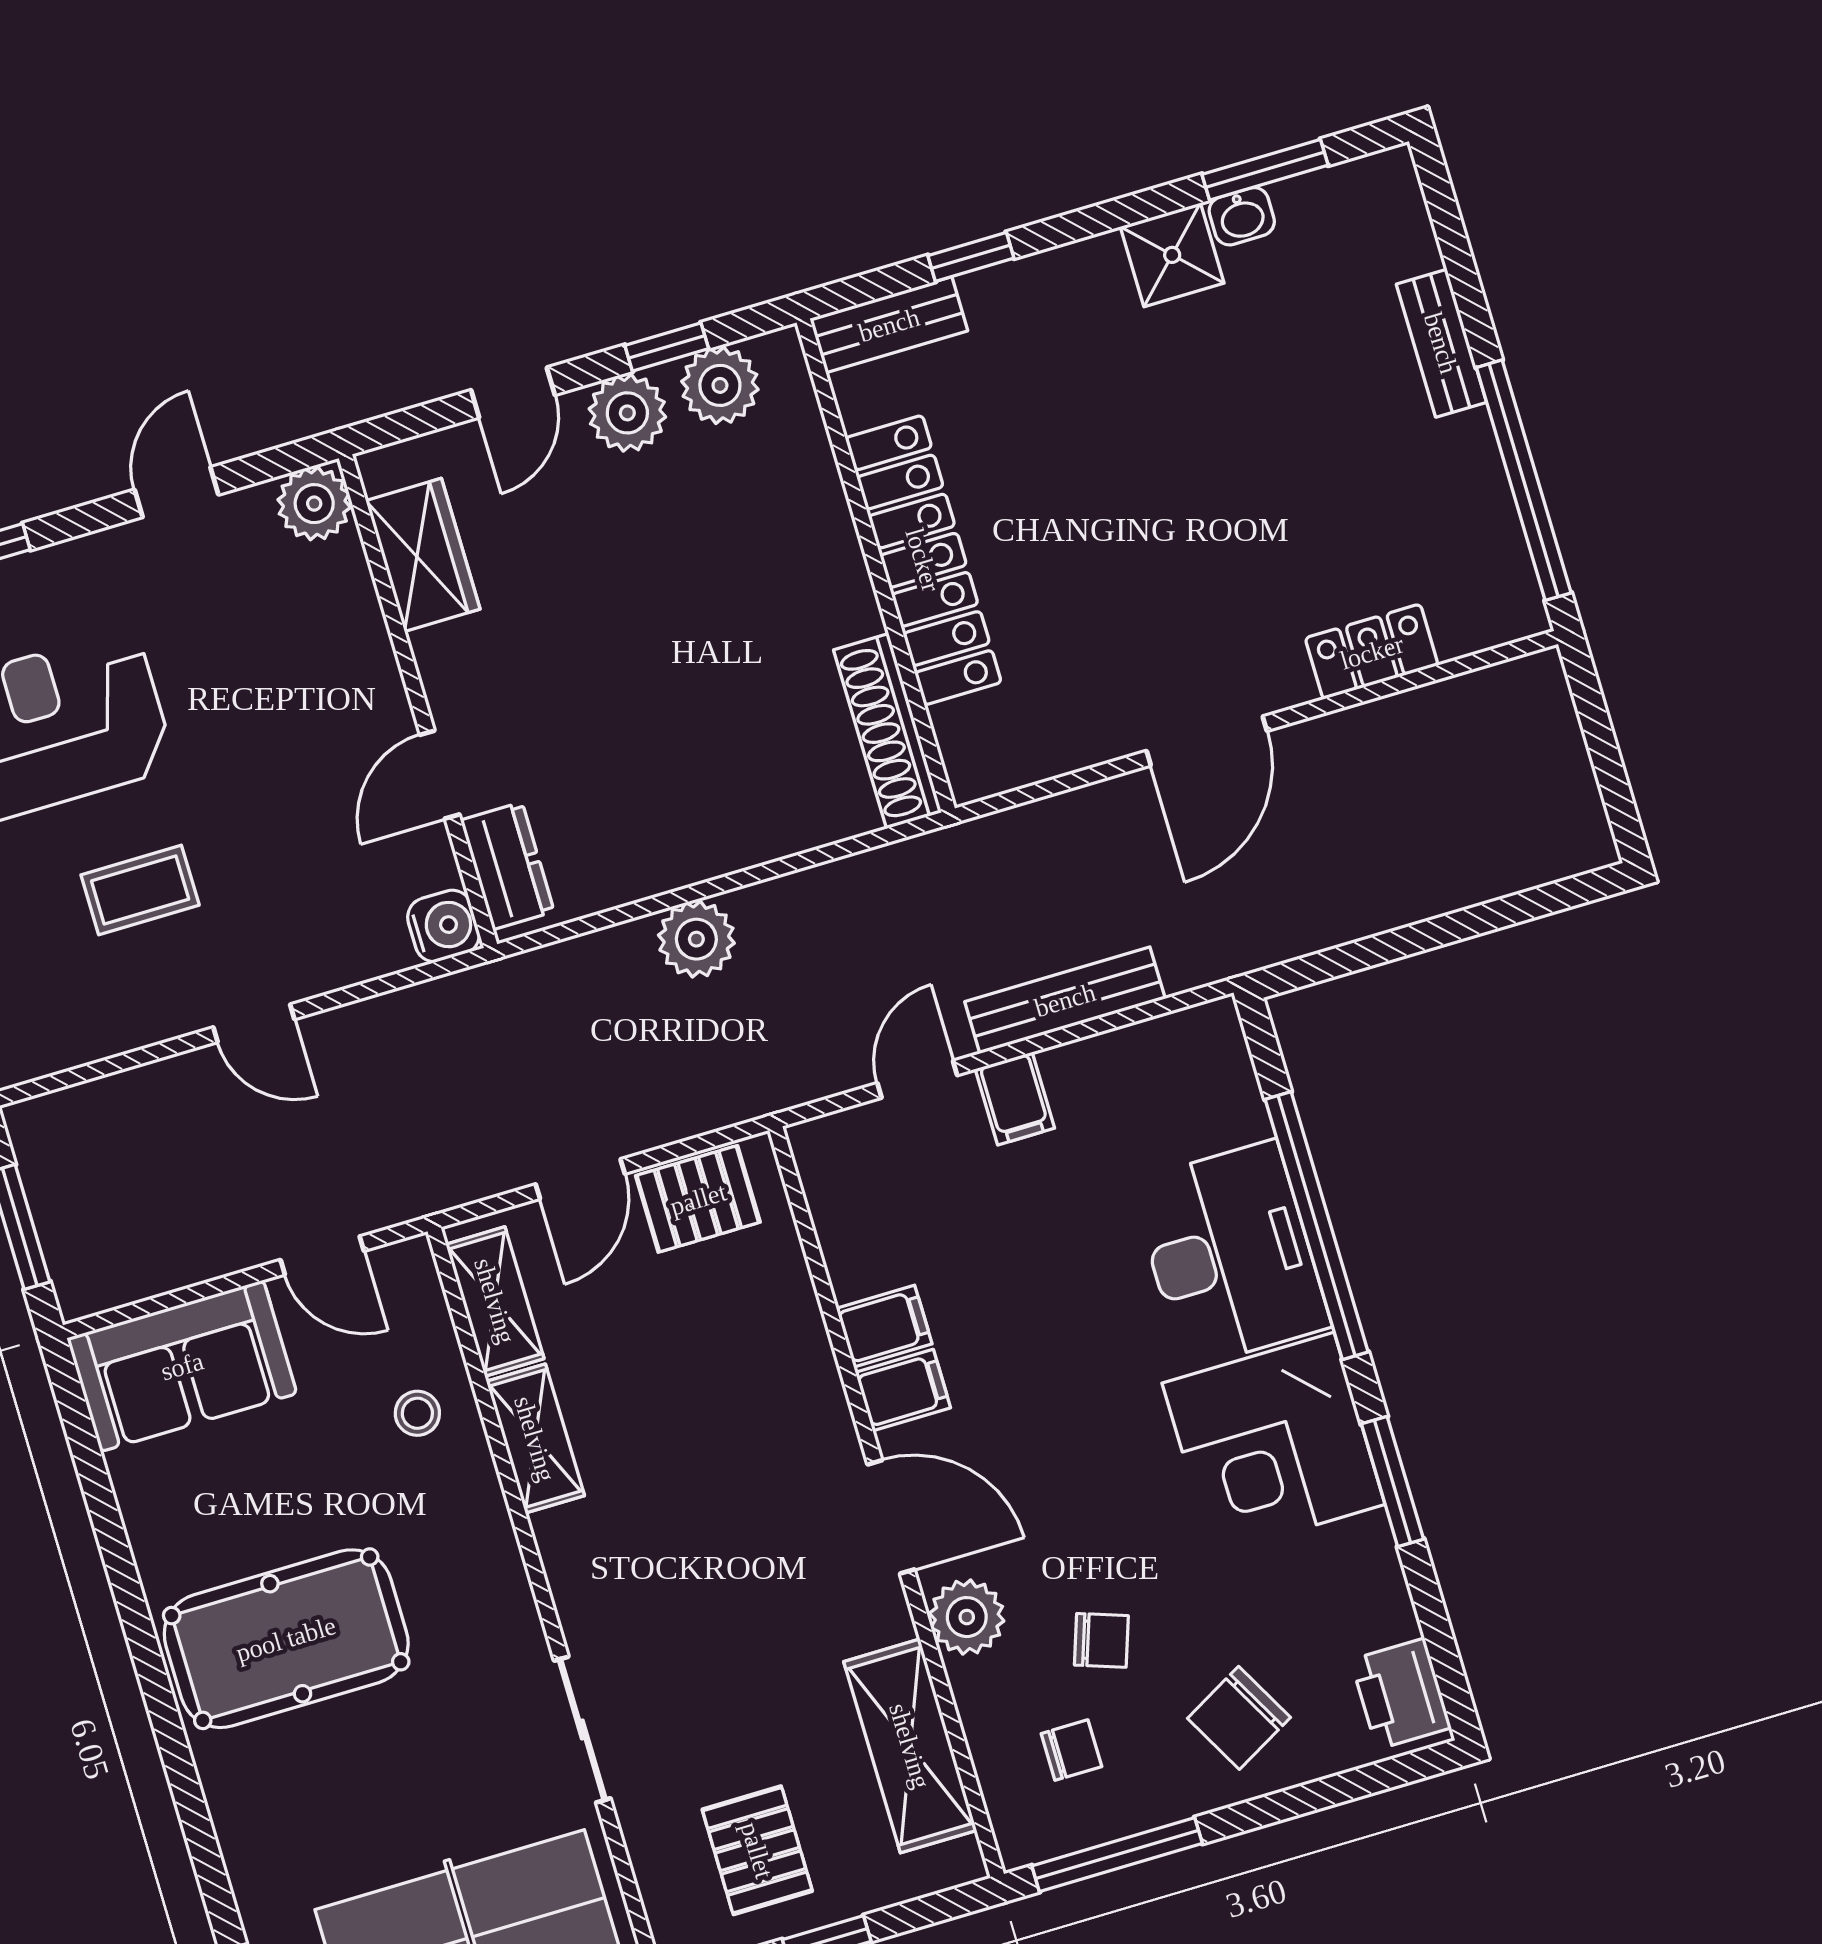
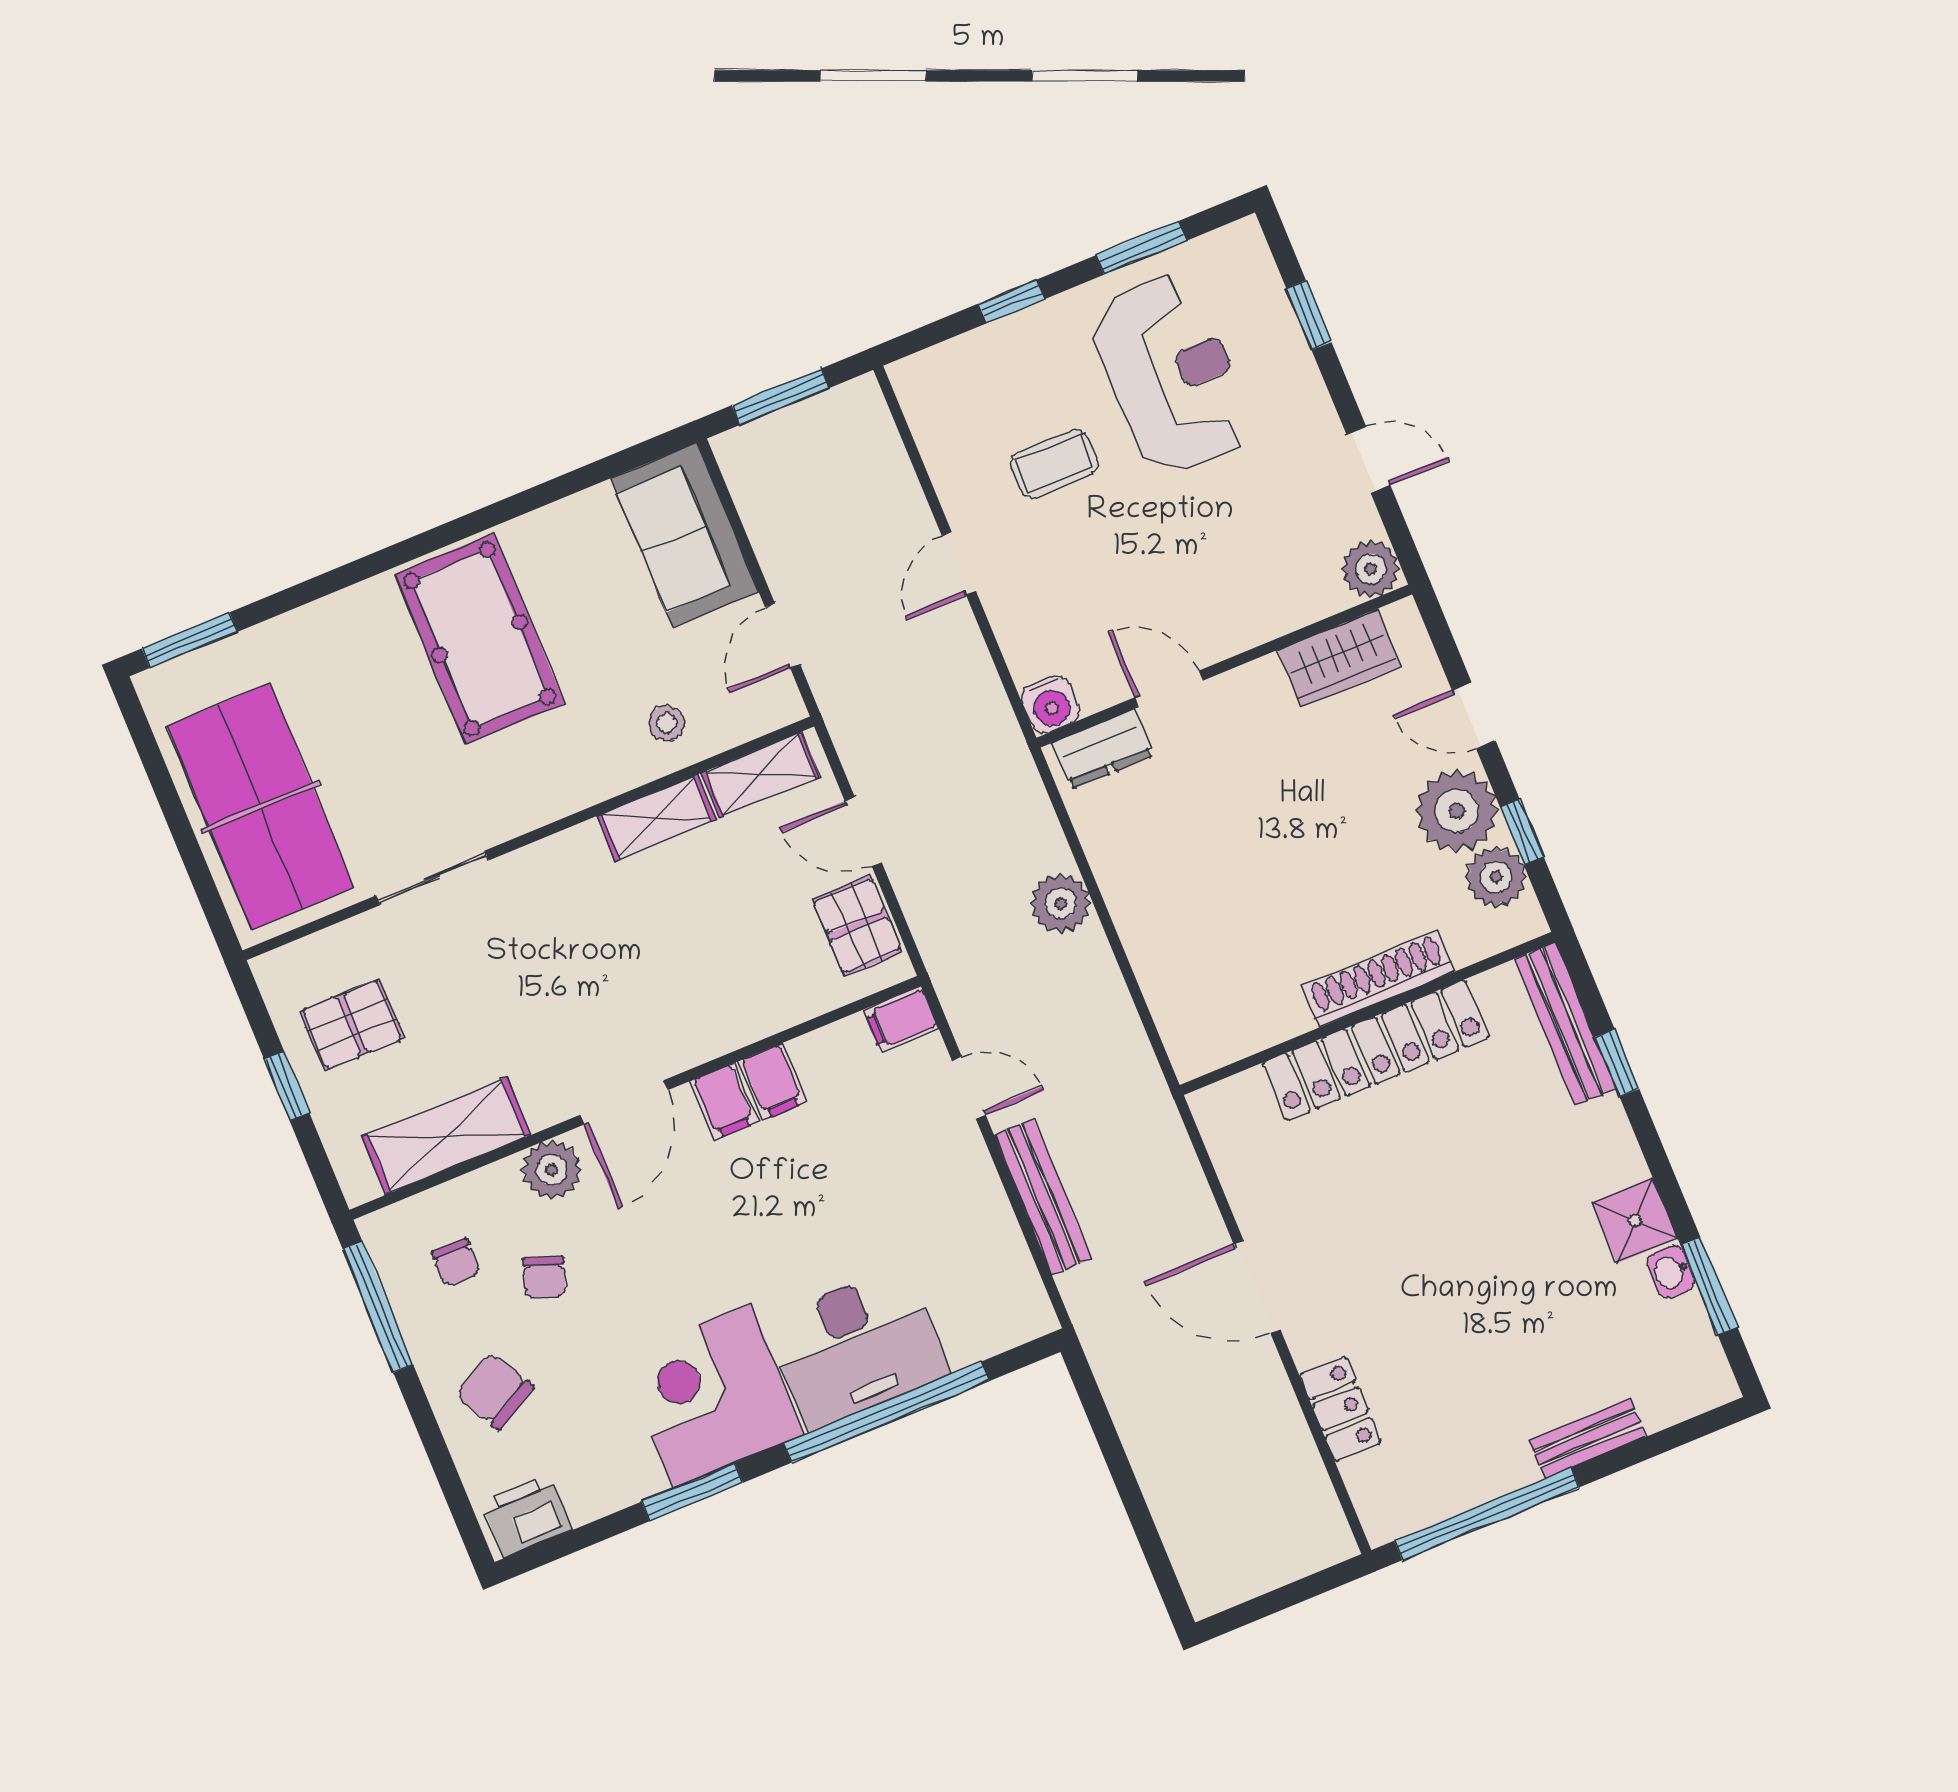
bench: (889, 325) -> (1565, 1024), width x1.36
plant: (627, 413) -> (1457, 811), width x1.36, depth x1.36
shoe rack: (888, 731) -> (1378, 979), moved
coffee table: (140, 890) -> (1054, 464), turned 90
filing cabinet: (1015, 1099) -> (901, 1019), moved

